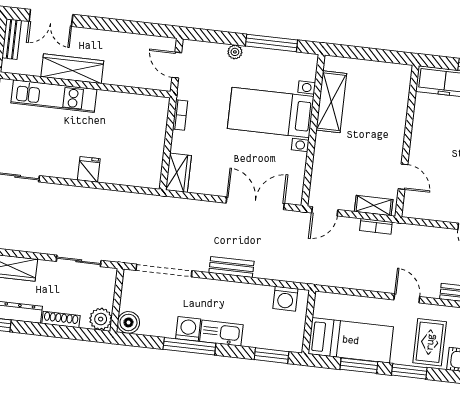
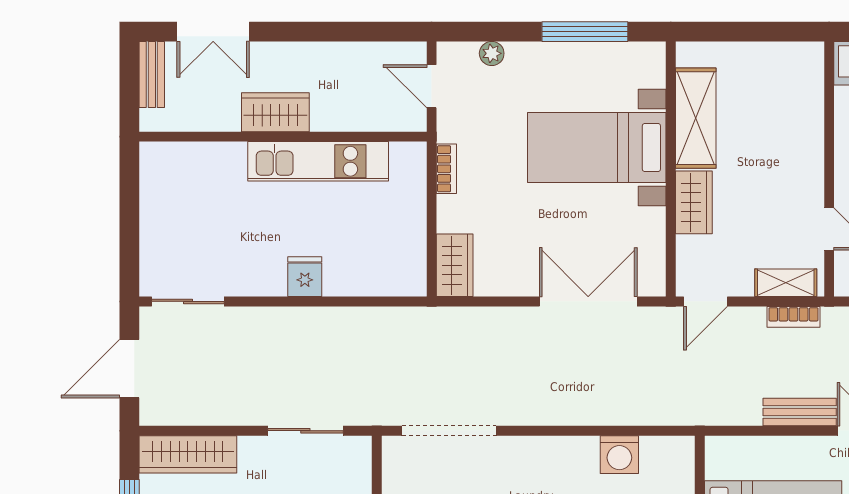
plant: (235, 52) -> (492, 53), moved
wardrobe: (72, 69) -> (275, 112), width x0.67
kitchen unit: (54, 96) -> (318, 161), moved
wardrobe: (325, 152) -> (694, 202), added
bench: (231, 267) -> (800, 412), moved
washing machine: (285, 299) -> (619, 455), moved

